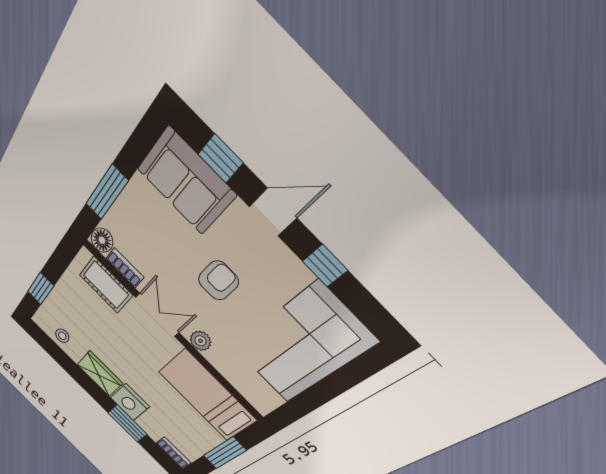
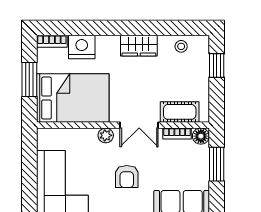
bed: (207, 396) -> (73, 98), width x1.50
nightstand: (130, 402) -> (82, 47), moved
window: (127, 423) -> (94, 28), removed

